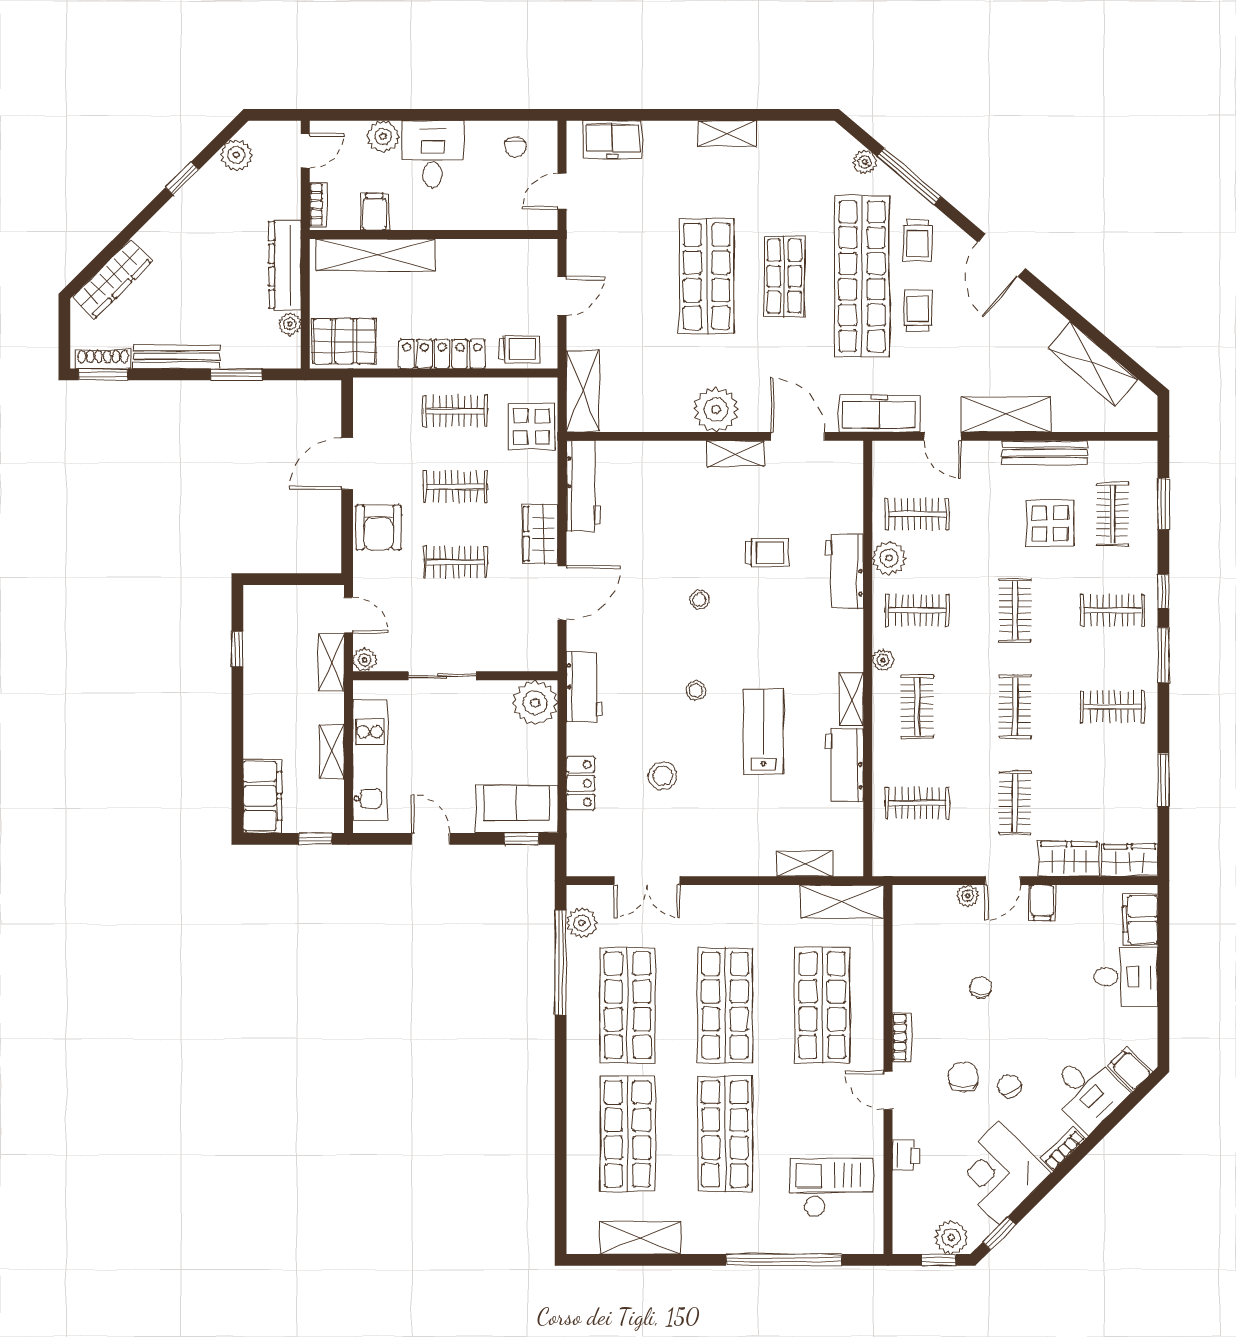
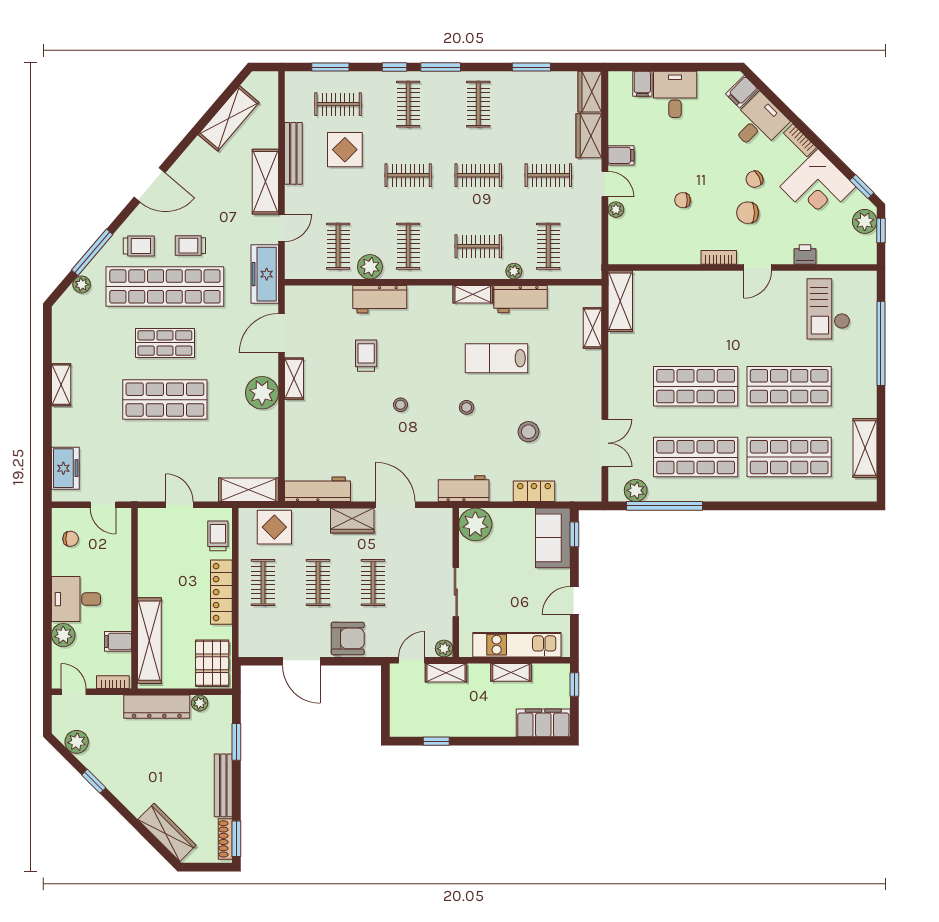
plant: (883, 660) -> (514, 271), moved
filing cabinet: (1140, 919) -> (642, 84), width x0.50
shop shelf: (822, 1005) -> (696, 315), removed

